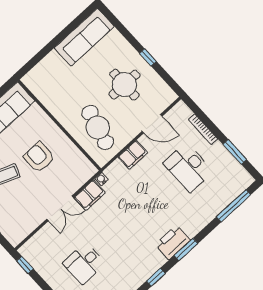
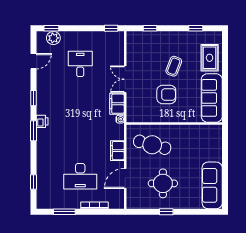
desk: (188, 167) -> (80, 176), turned 180
window: (234, 206) -> (33, 182), width x0.46
printer: (173, 242) -> (42, 121), width x0.53, depth x0.68

